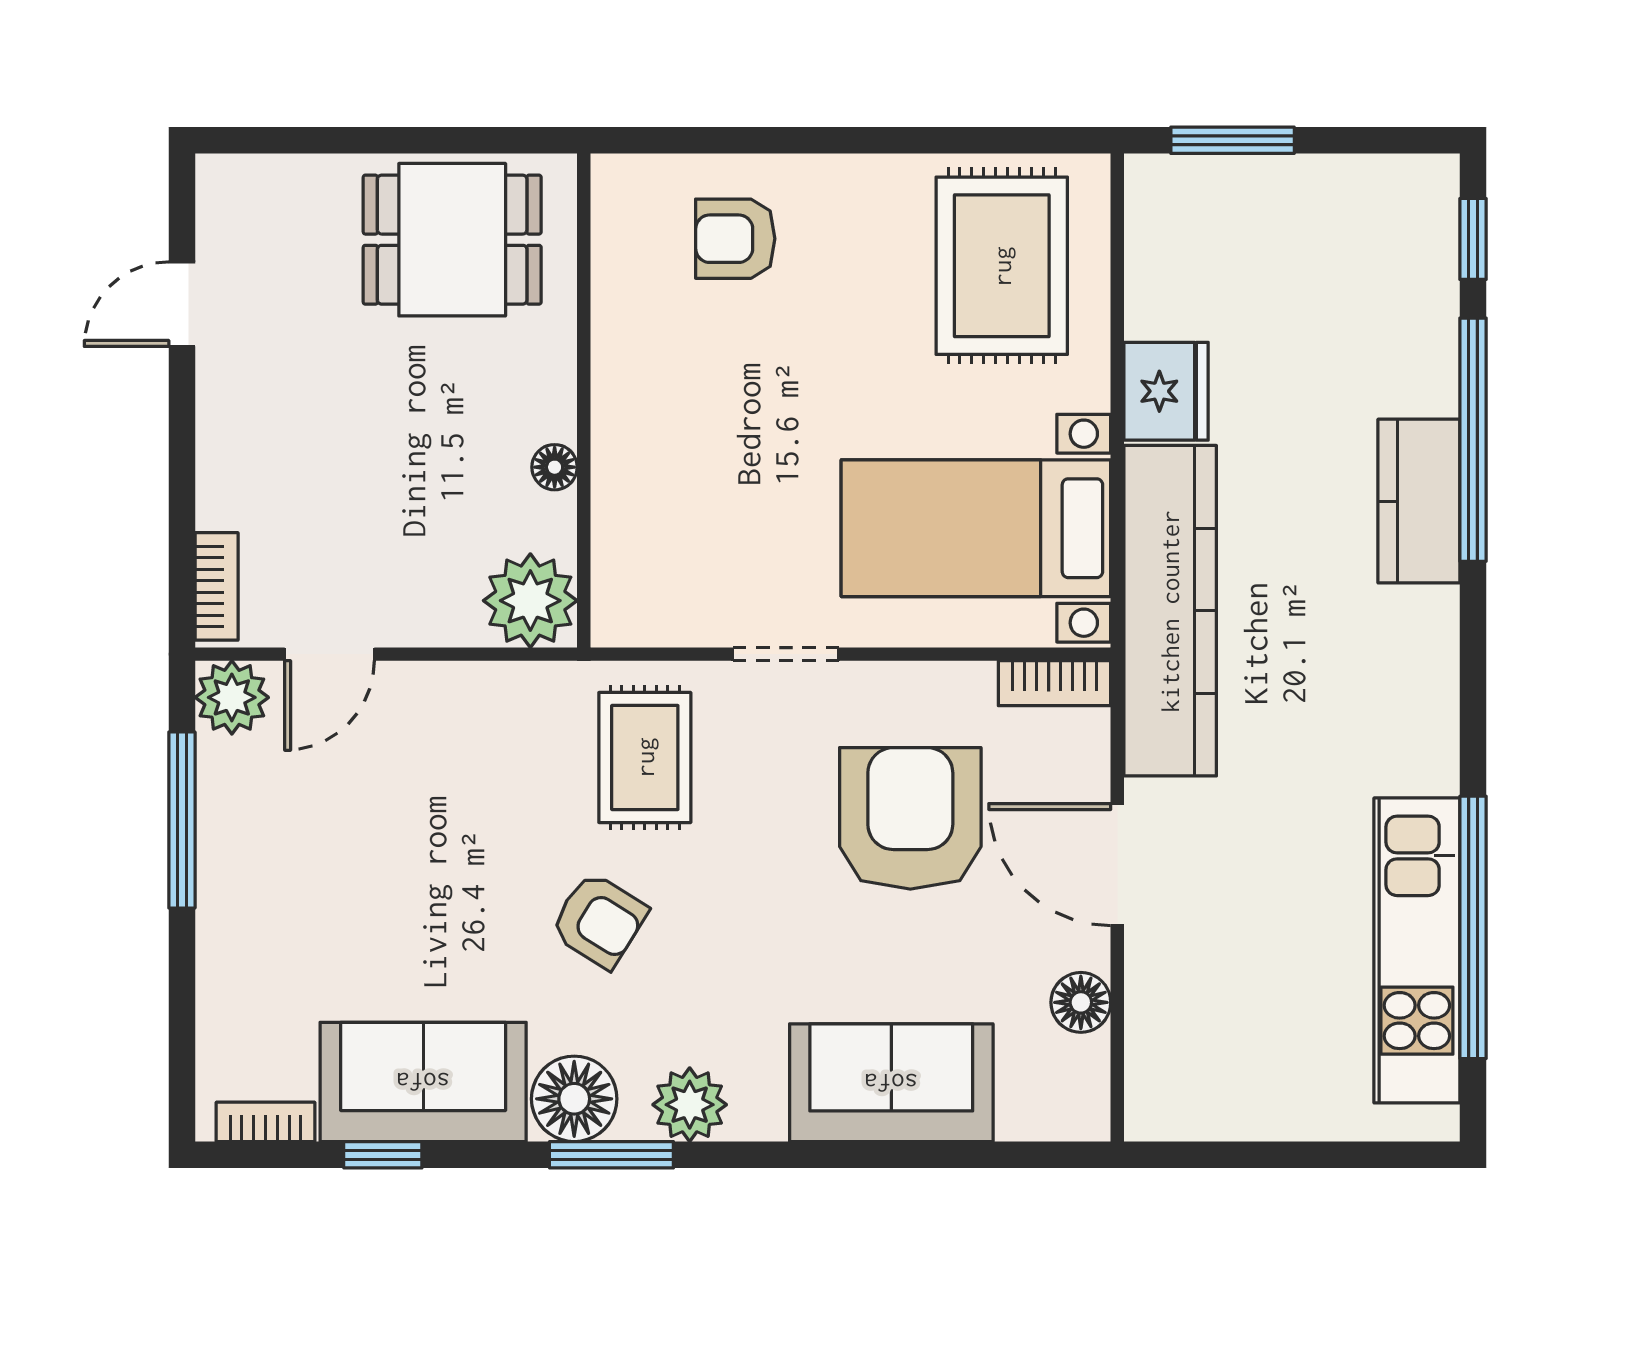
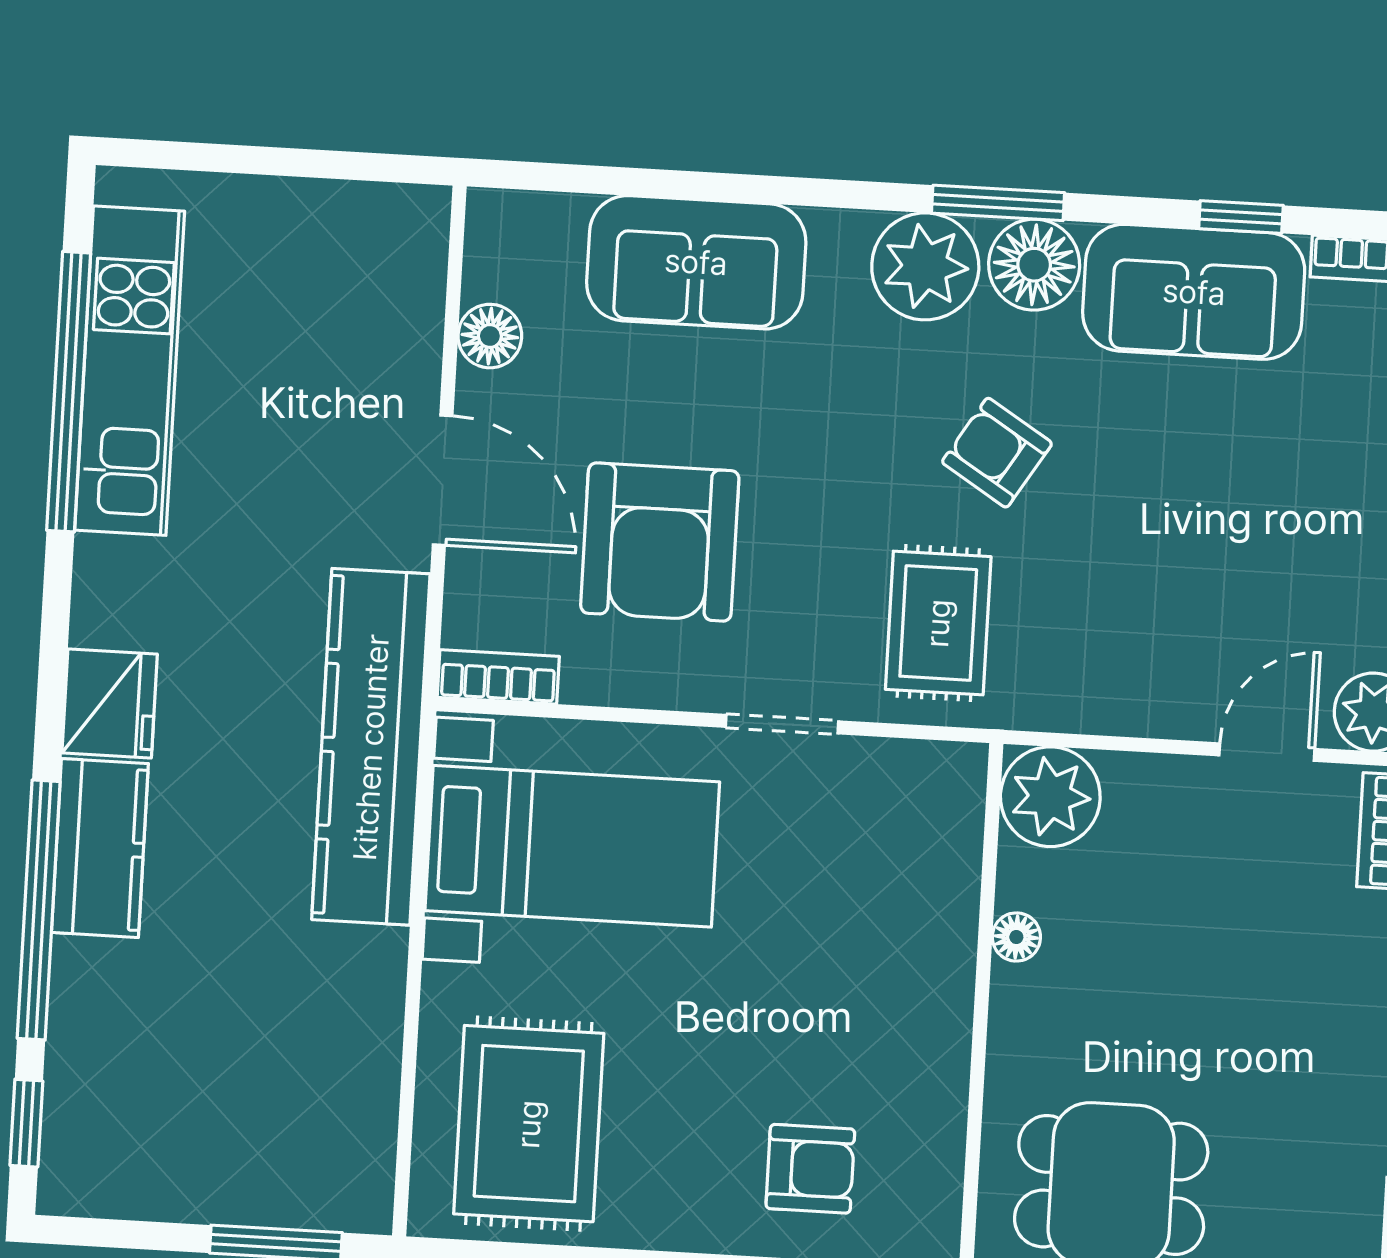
fridge: (1166, 391) -> (110, 704), moved, turned 180
plant: (690, 1105) -> (925, 266), width x1.36, depth x1.36

